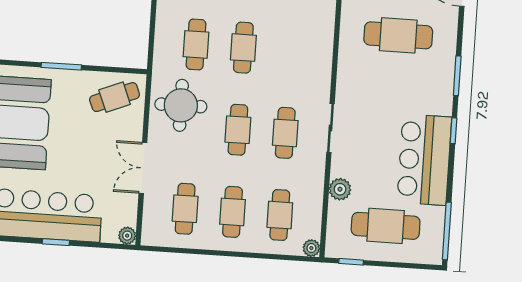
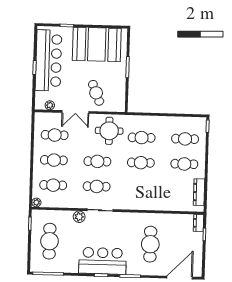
cafe table: (115, 97) -> (96, 93), moved
bar counter: (424, 160) -> (102, 261), moved
double door: (143, 168) -> (75, 112), swing flipped
plant: (340, 189) -> (79, 217), moved
plant: (127, 236) -> (50, 105), moved

